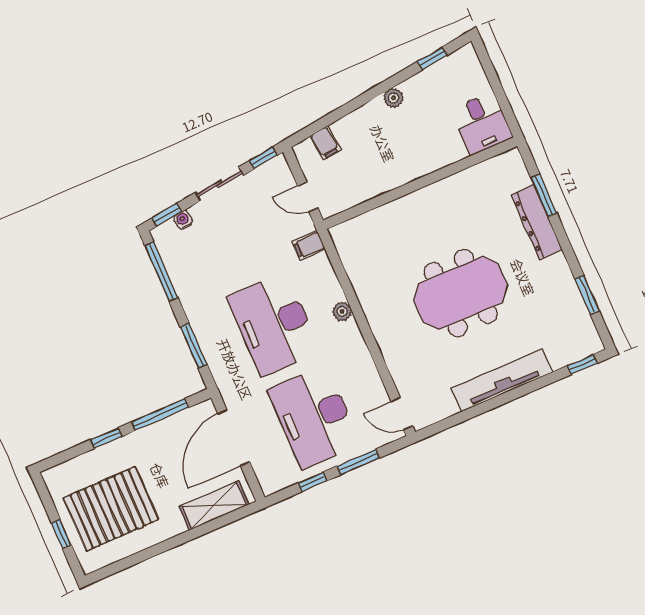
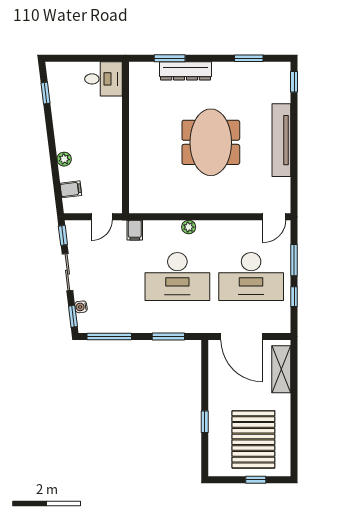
plant: (393, 98) -> (64, 159), moved
window: (160, 415) -> (205, 379), removed

